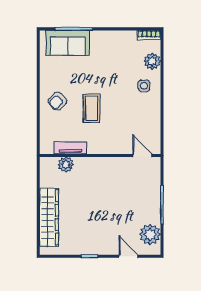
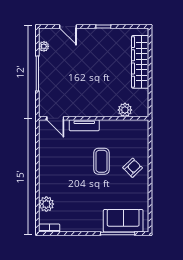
side table: (144, 86) -> (54, 182), removed
tv unit: (70, 148) -> (84, 125), moved
plant: (150, 234) -> (44, 46), width x0.53, depth x0.53

